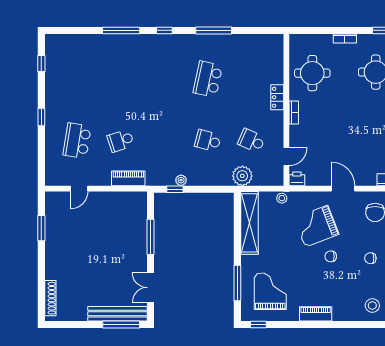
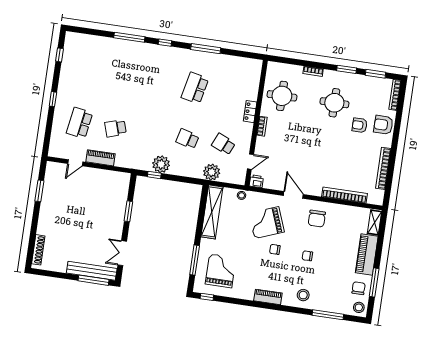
piano: (128, 178) -> (100, 158), moved
plant: (181, 180) -> (161, 164), width x1.88, depth x1.88
window: (150, 237) -> (128, 211), width x0.69
piano: (316, 314) -> (268, 297), moved

